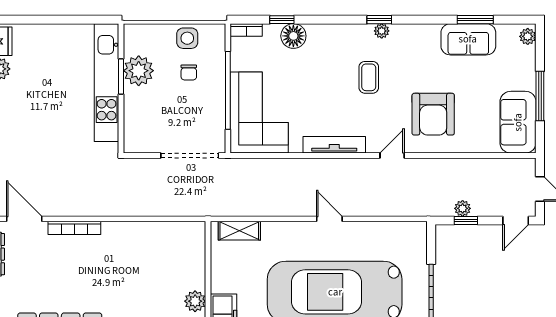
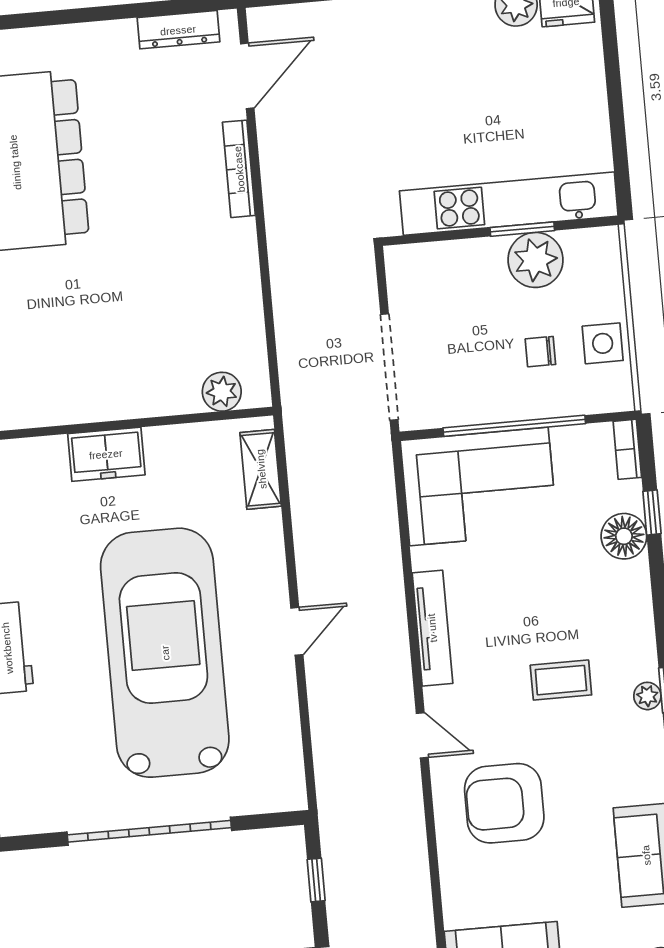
plant: (463, 208) -> (338, 872), removed
plant: (195, 301) -> (222, 392), moved

